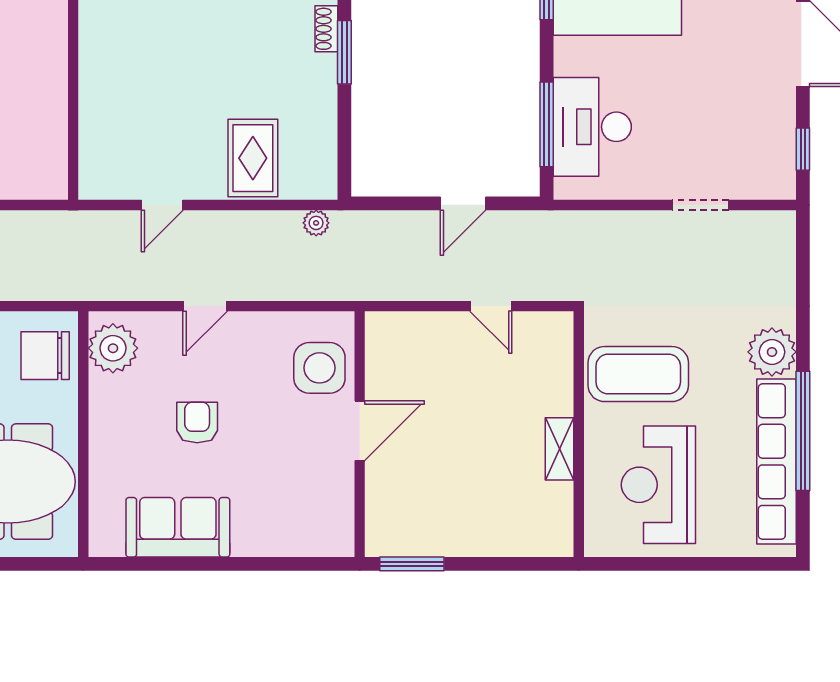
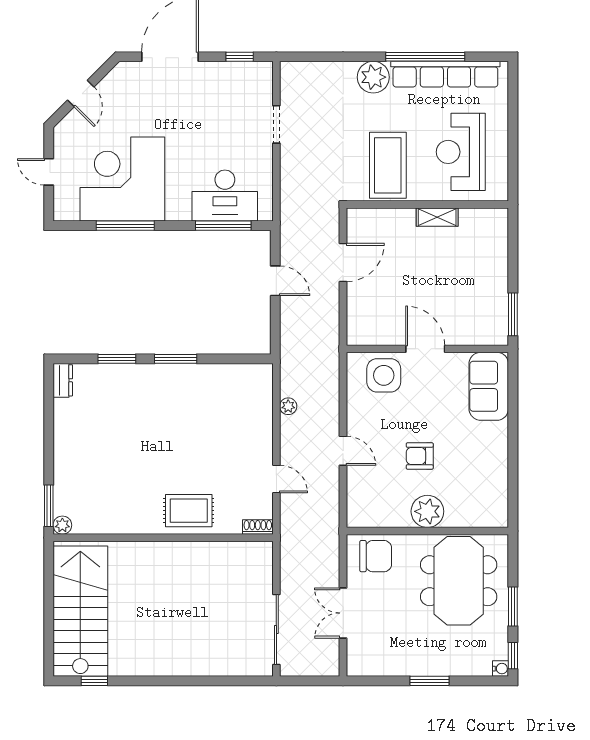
shoe rack: (326, 29) -> (258, 527), moved, turned 180
rug: (253, 158) -> (189, 511), moved
plant: (316, 223) -> (288, 406), moved
door: (491, 306) -> (343, 262), width x1.37
plant: (113, 348) -> (427, 511), moved
chair: (45, 356) -> (376, 556), turned -90
reception desk: (658, 485) -> (461, 152), turned 90
sofa: (178, 527) -> (489, 386), moved

